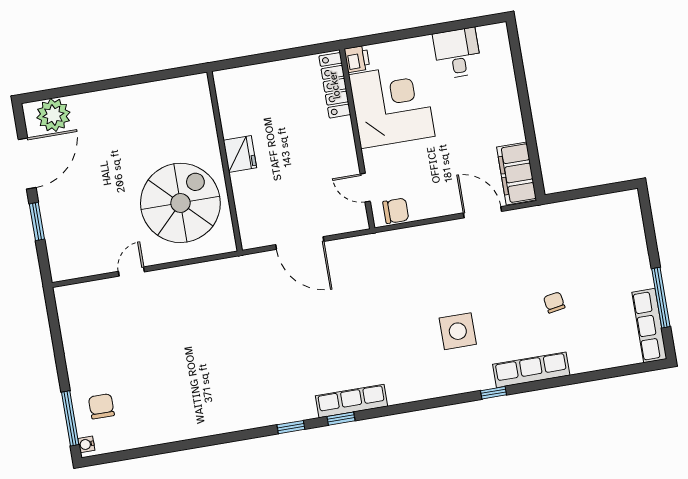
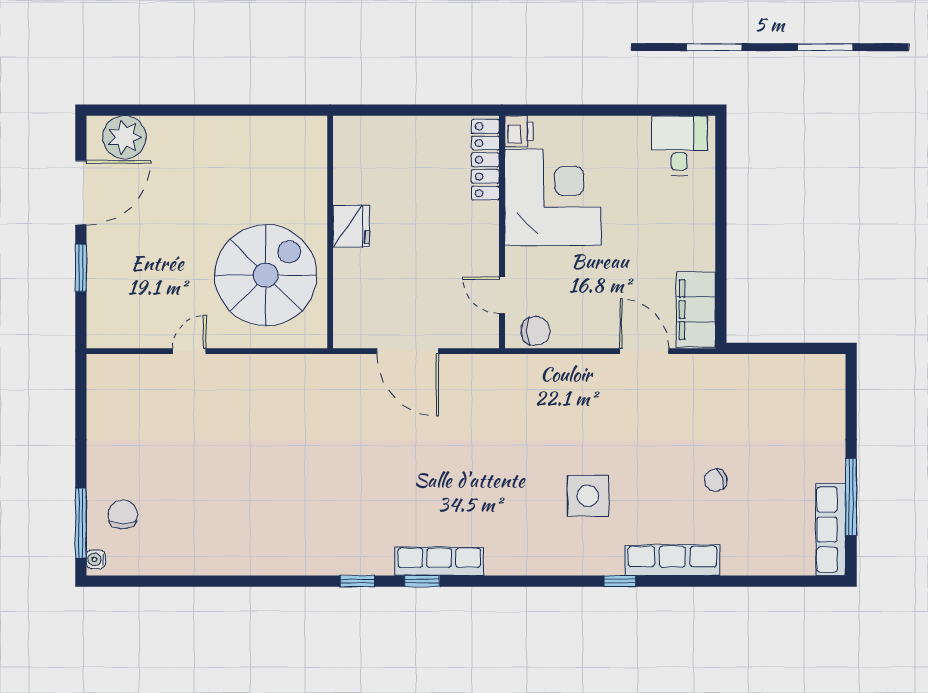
desk: (457, 53) -> (679, 145), moved
chair: (554, 302) -> (716, 480), turned -97

